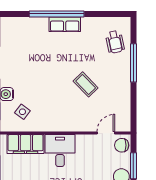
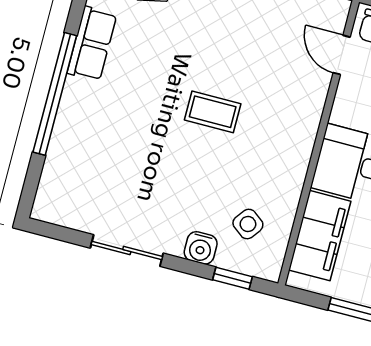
row of seats: (65, 24) -> (92, 44), moved
coffee table: (86, 84) -> (213, 112), moved, turned 44

